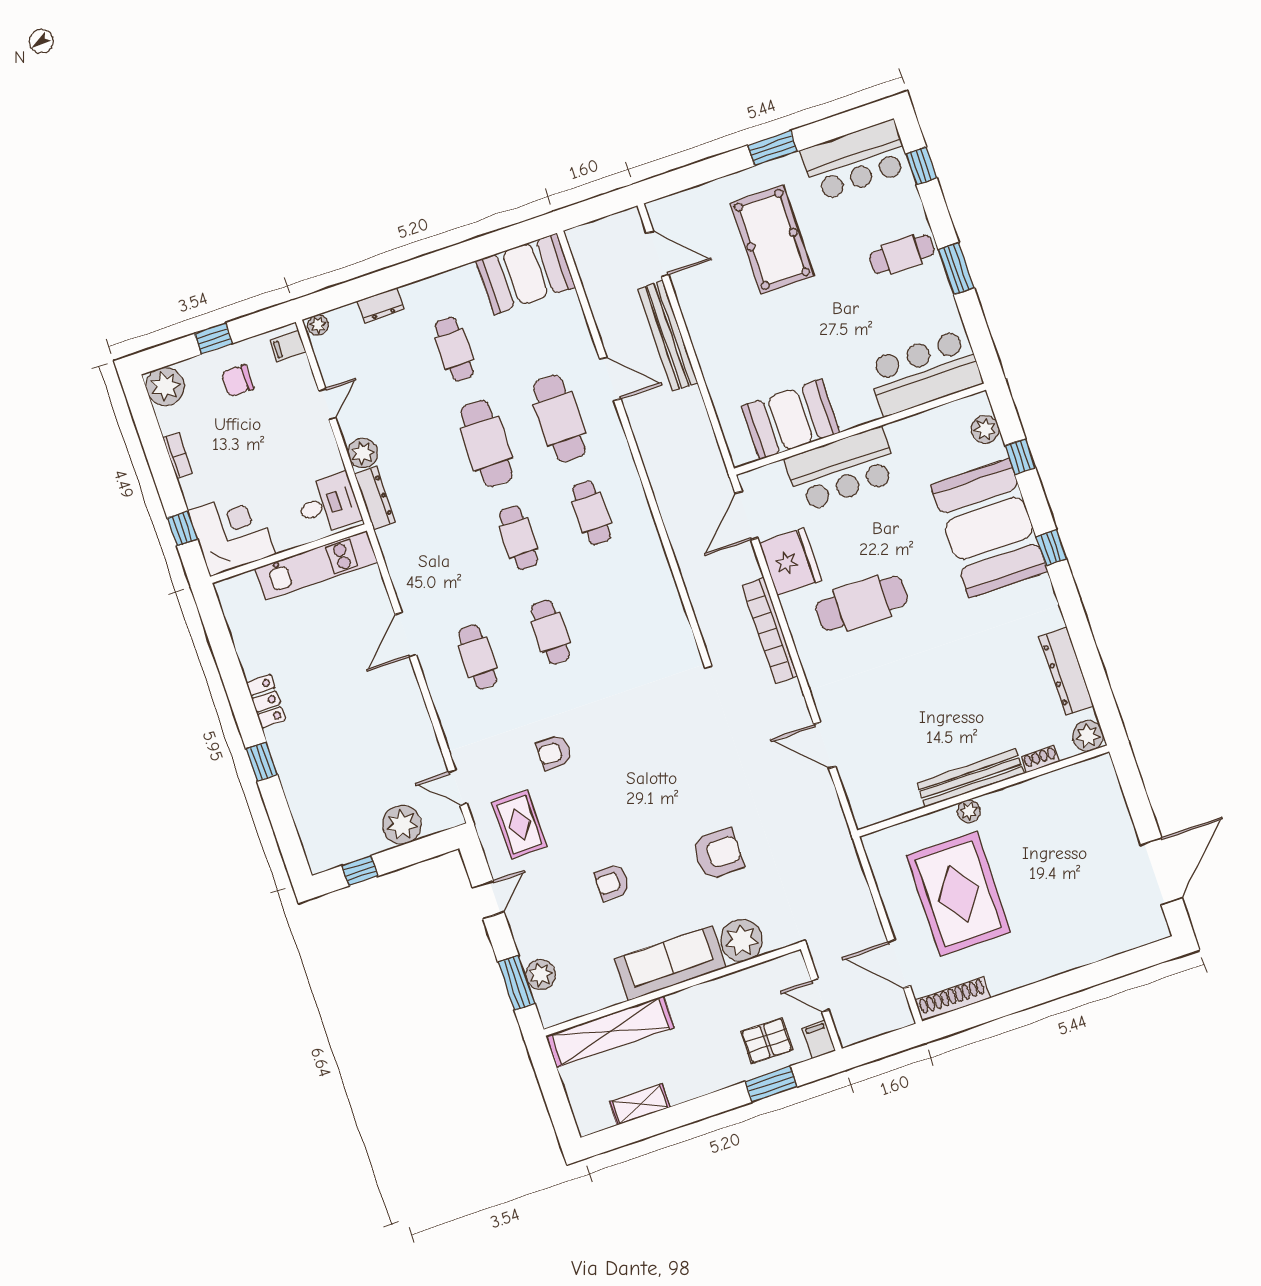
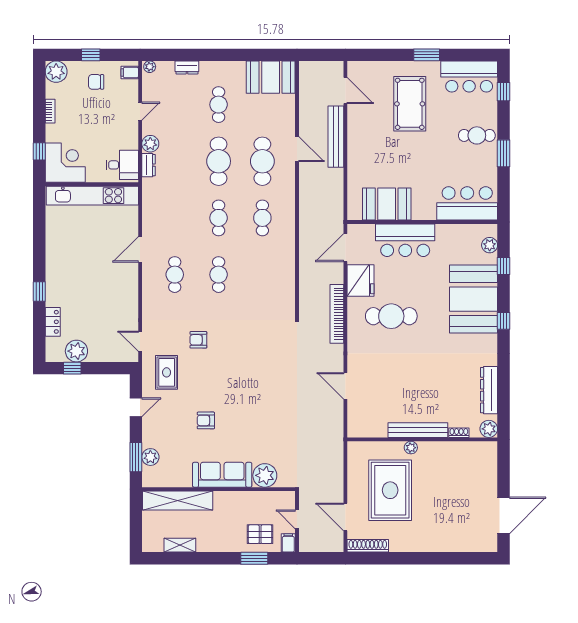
dresser: (375, 498) -> (148, 165), width x0.70
kitchen unit: (316, 565) -> (92, 196), width x1.36
locker: (266, 701) -> (53, 322), moved
plant: (402, 825) -> (76, 351), moved
armchair: (718, 854) -> (268, 425), removed

